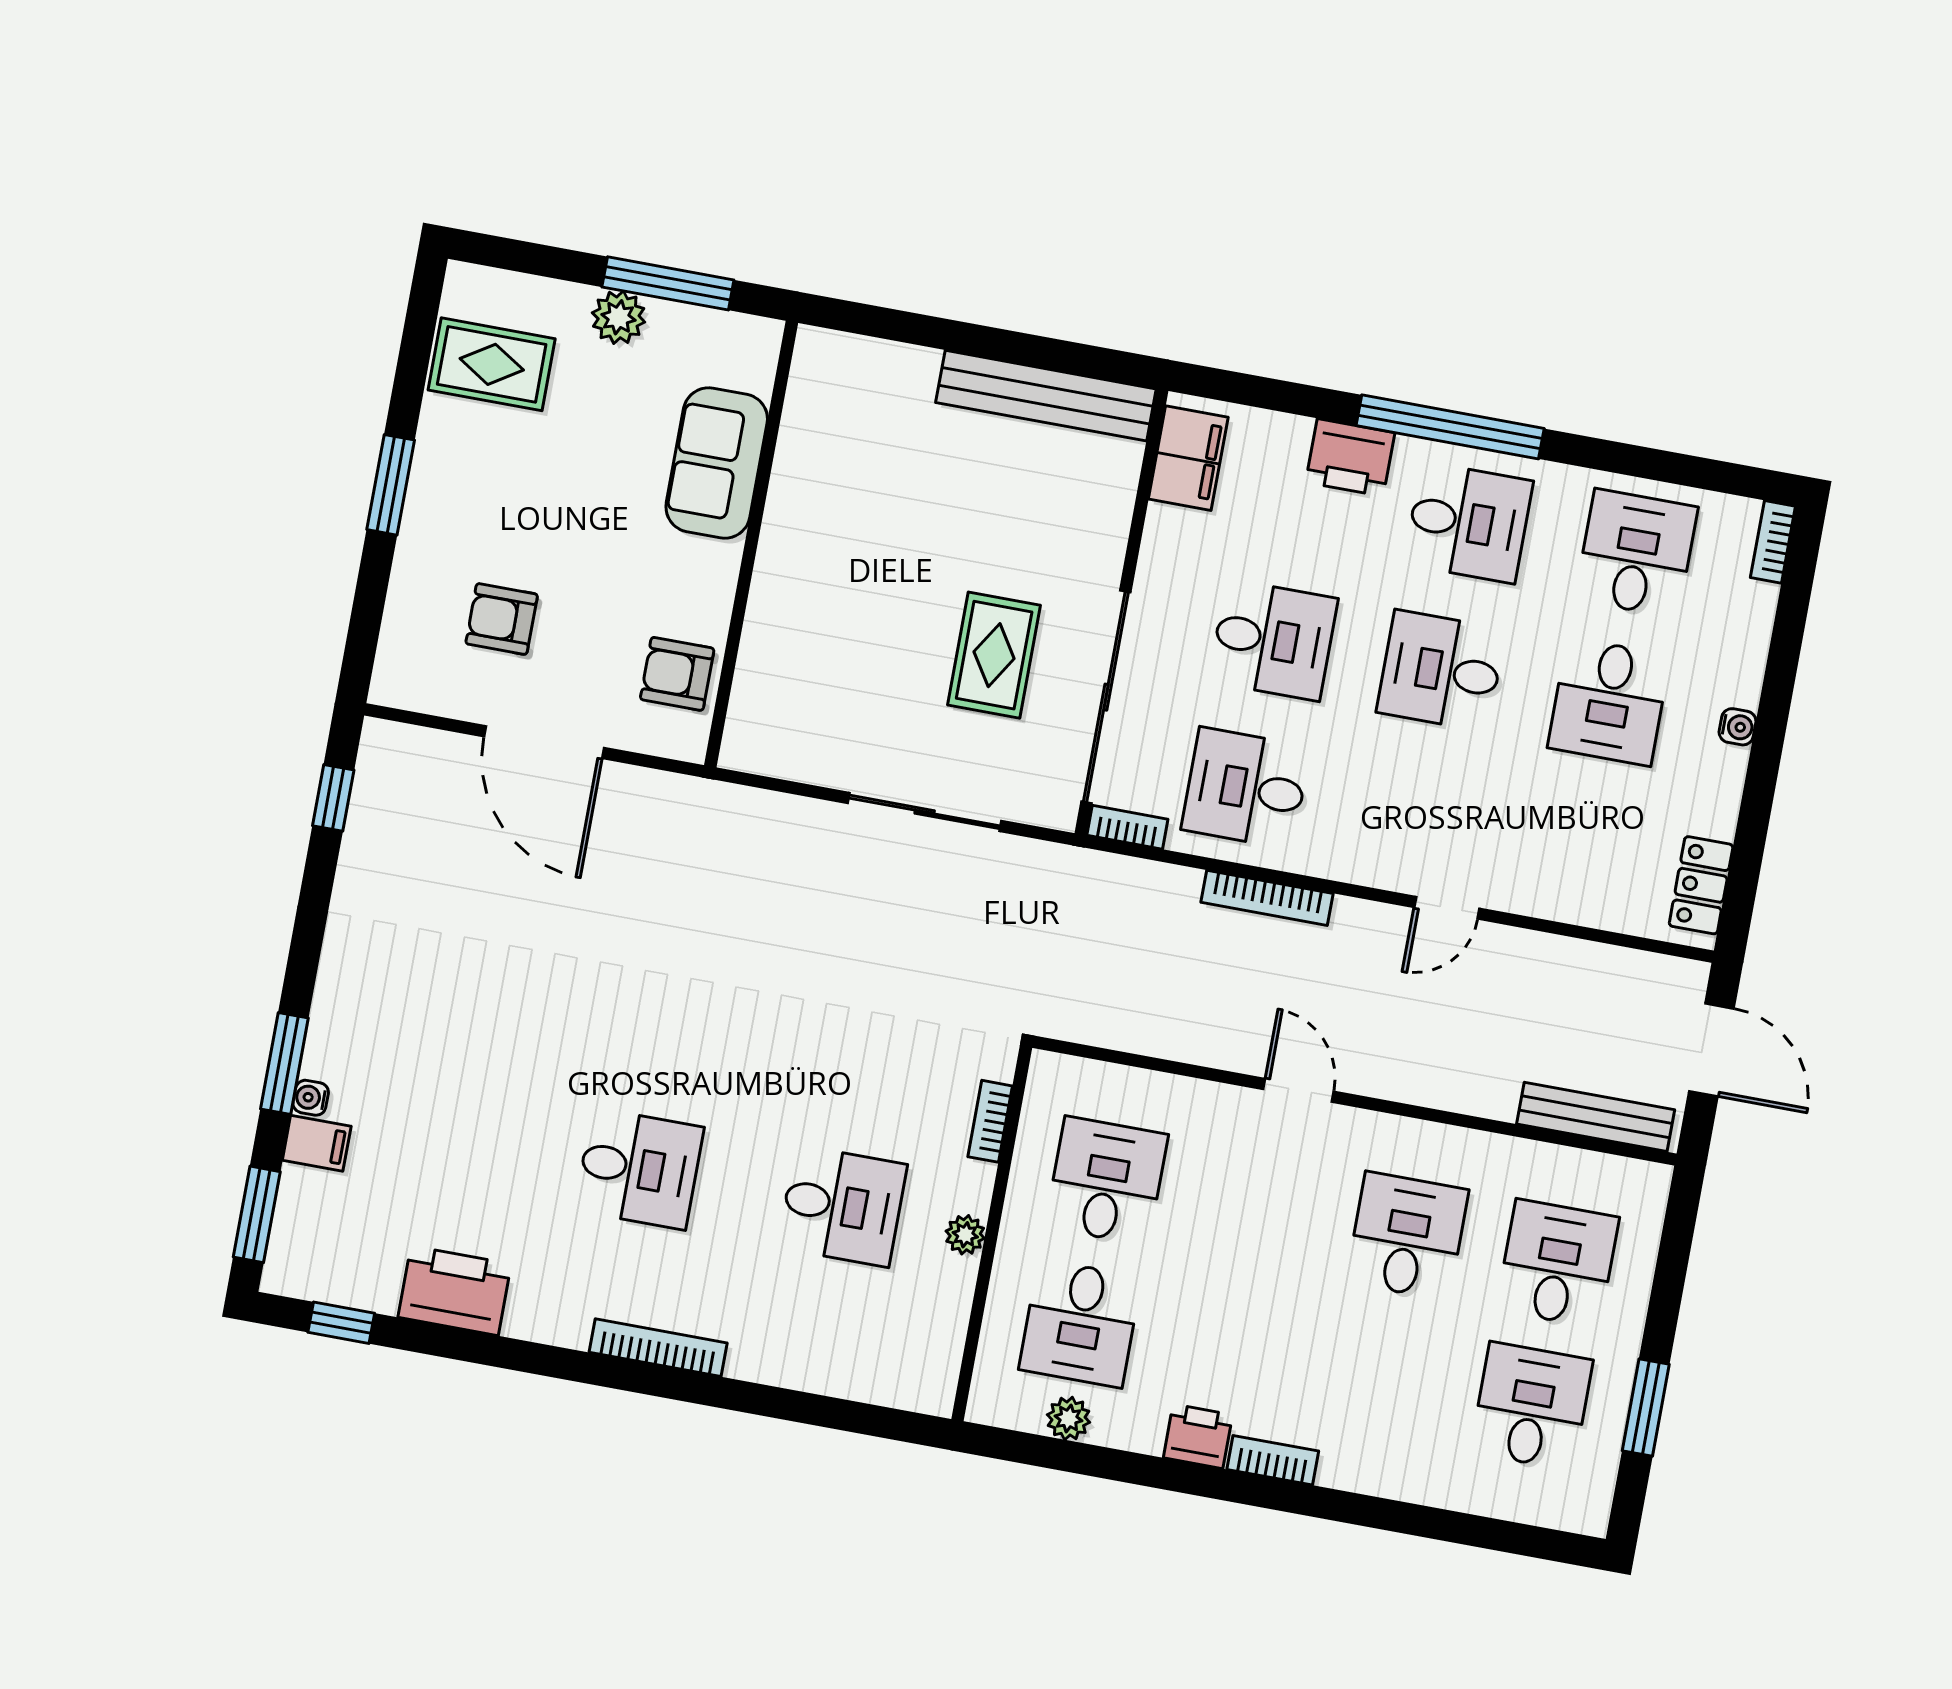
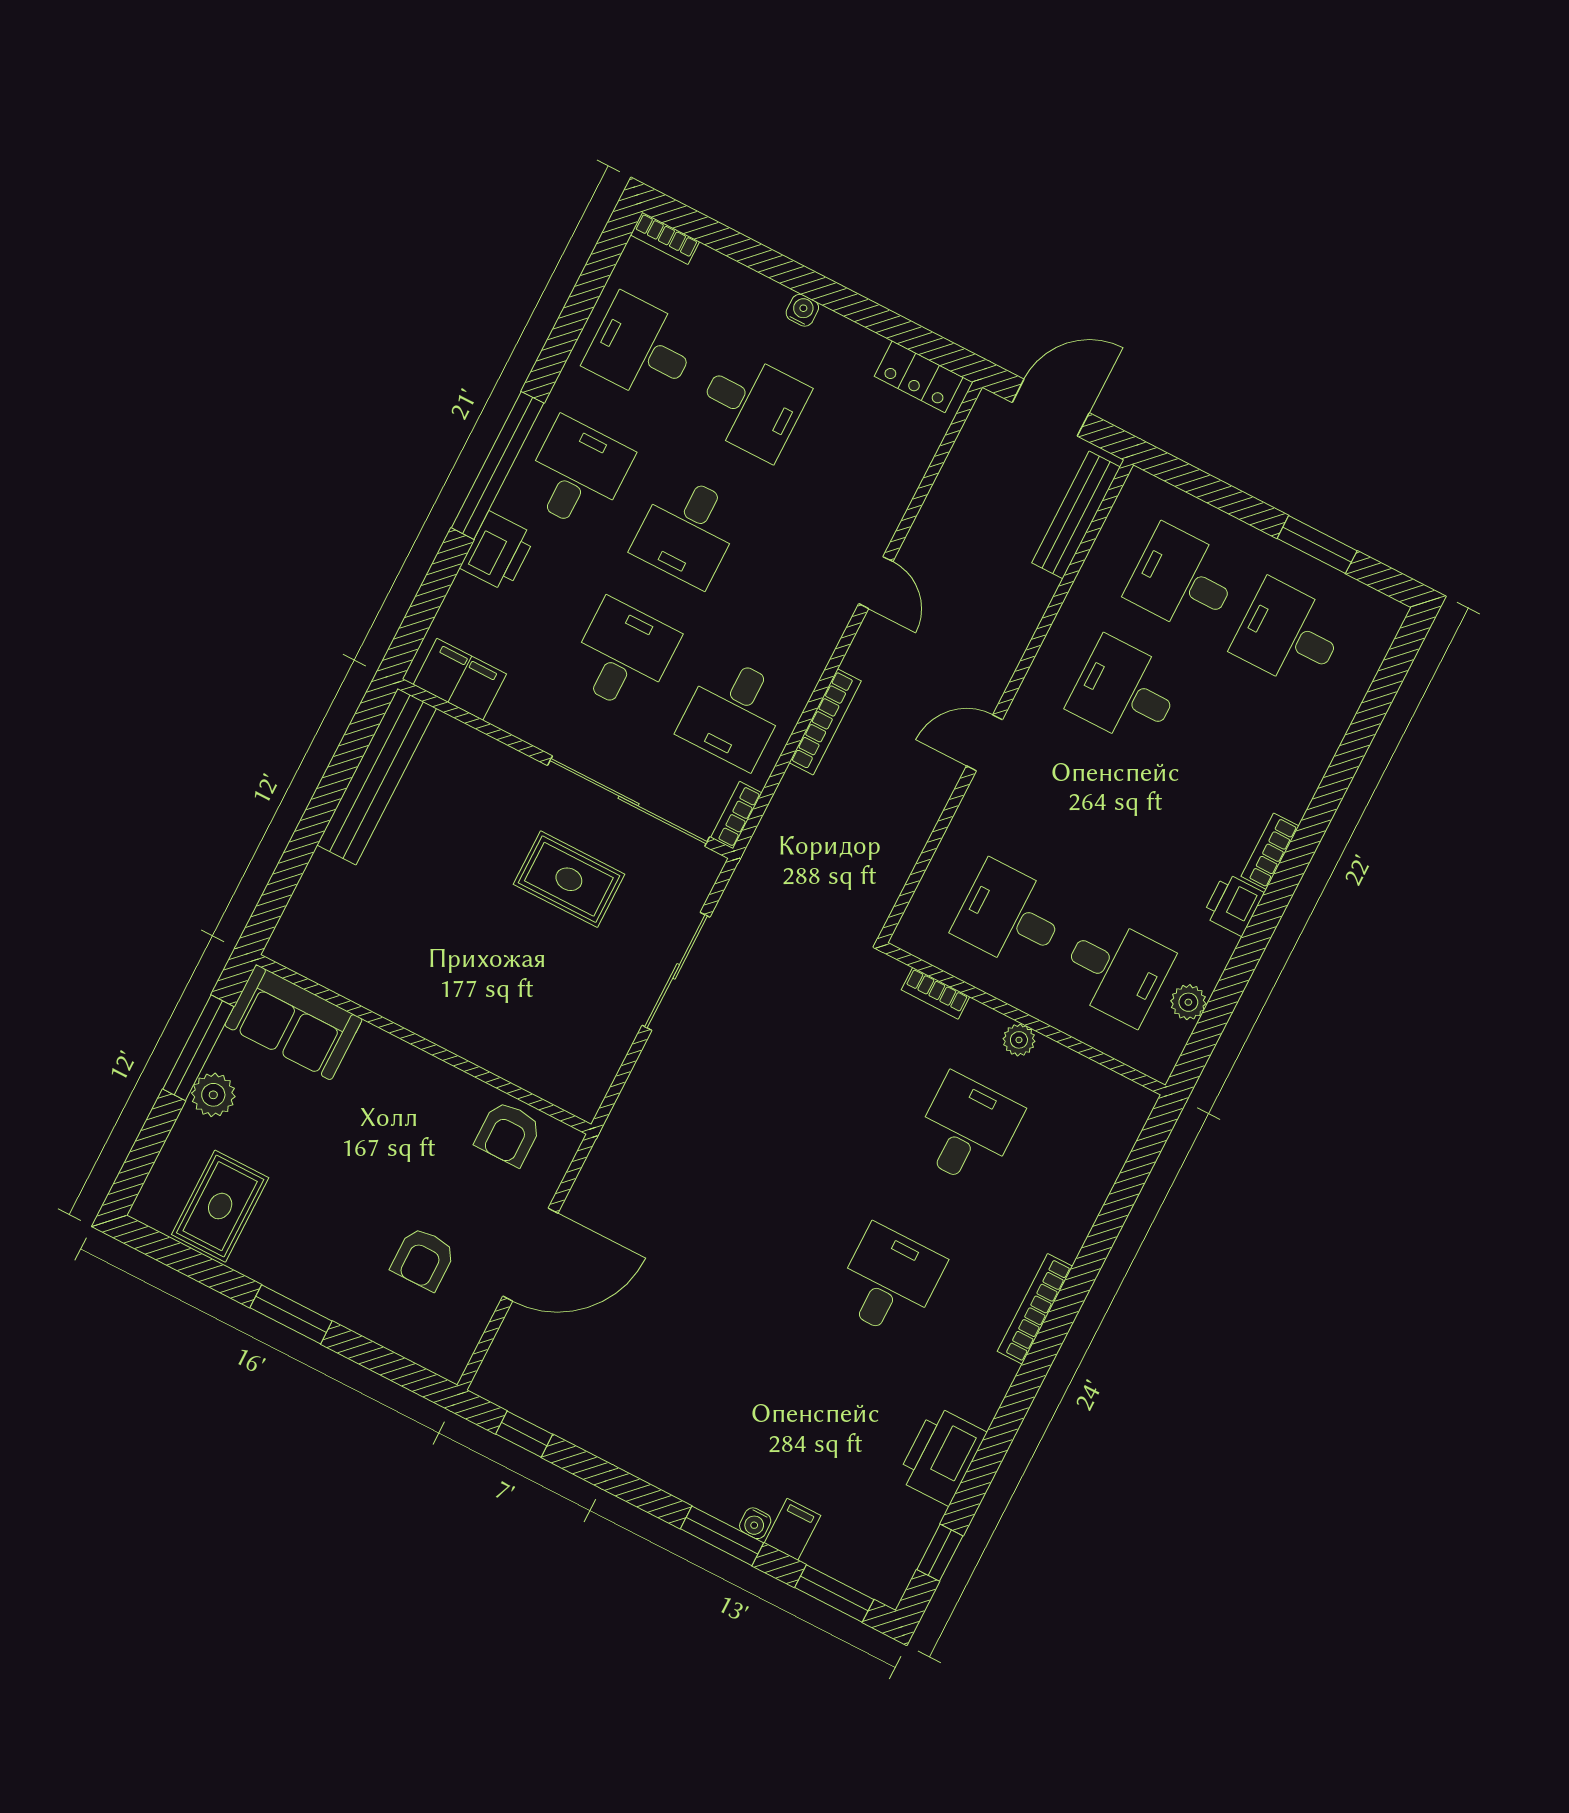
sofa: (717, 463) -> (293, 1022), moved

